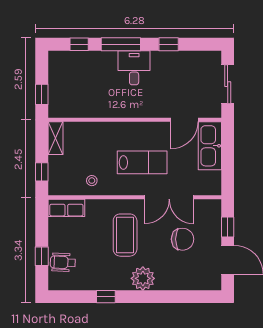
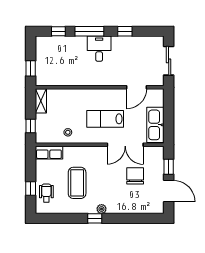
kitchen sink: (210, 146) -> (155, 125), moved
lab bench: (142, 162) -> (105, 119), turned 180
coffee table: (125, 235) -> (77, 183), moved
chair: (183, 239) -> (135, 176), turned -90
wheelchair: (63, 262) -> (46, 193), turned 87
plant: (143, 278) -> (102, 209), width x0.53, depth x0.53
window: (106, 297) -> (95, 218), moved

